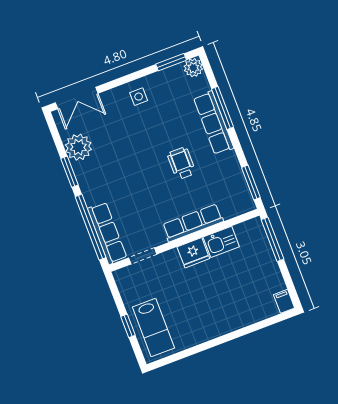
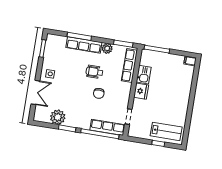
plant: (193, 68) -> (107, 48), moved
double door: (77, 98) -> (35, 92), moved
chair: (152, 189) -> (99, 93), added
row of seats: (193, 223) -> (129, 66), moved

